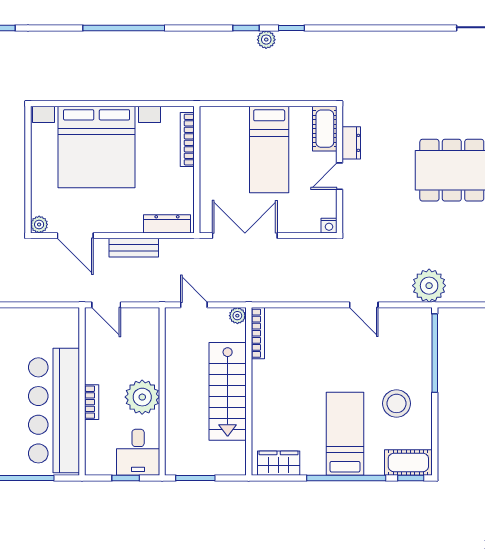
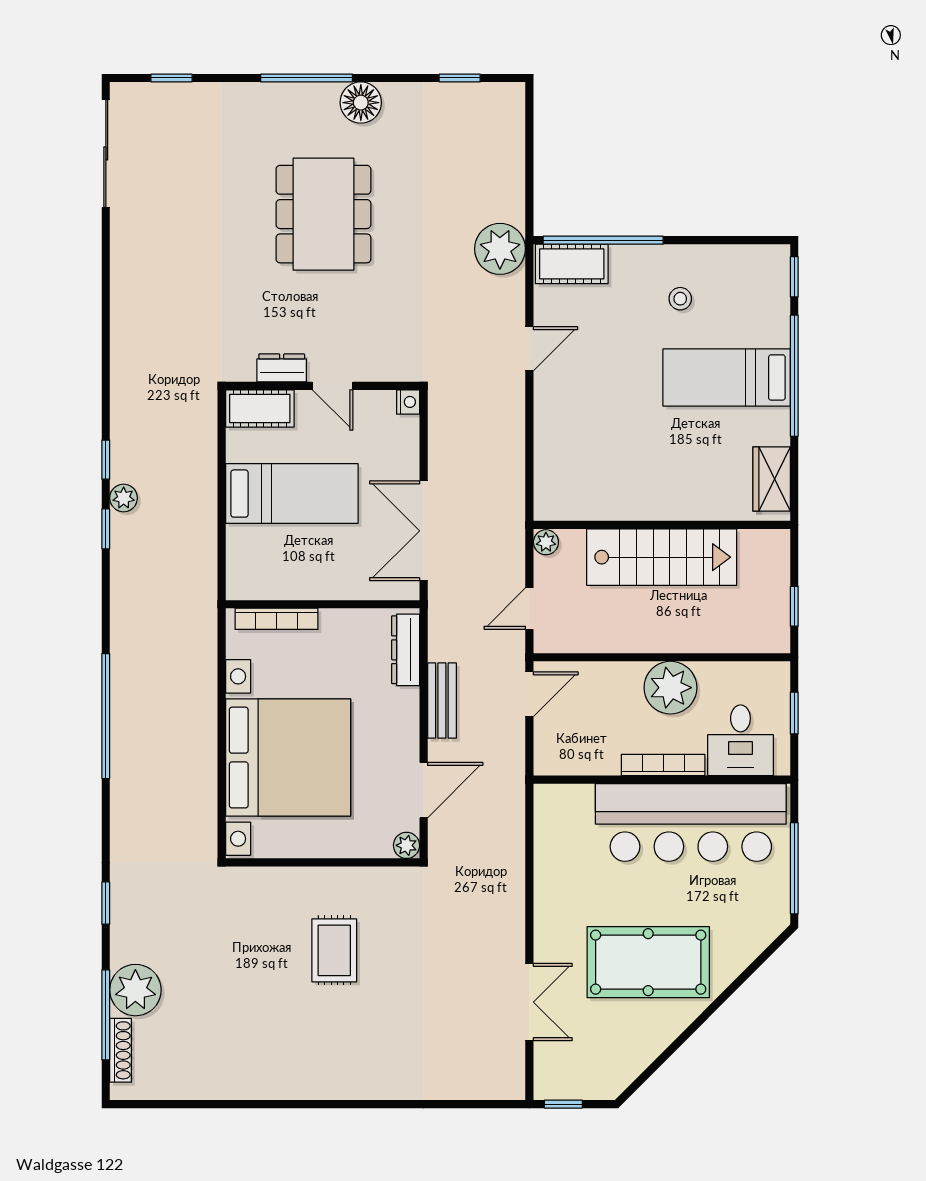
door: (106, 305) -> (529, 694), moved
bookcase: (258, 333) -> (573, 511), removed
bookcase: (92, 402) -> (663, 765), width x1.56
stool: (397, 403) -> (680, 299), width x0.53, depth x0.53
desk: (138, 452) -> (740, 740), moved, turned 90
cot: (408, 462) -> (572, 264), moved, turned 90
window: (195, 478) -> (794, 606), width x0.67

